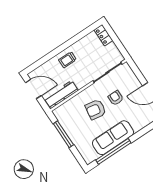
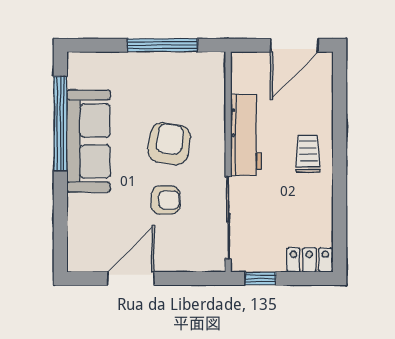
window: (121, 48) -> (261, 278), added
workbench: (61, 94) -> (246, 135), moved

